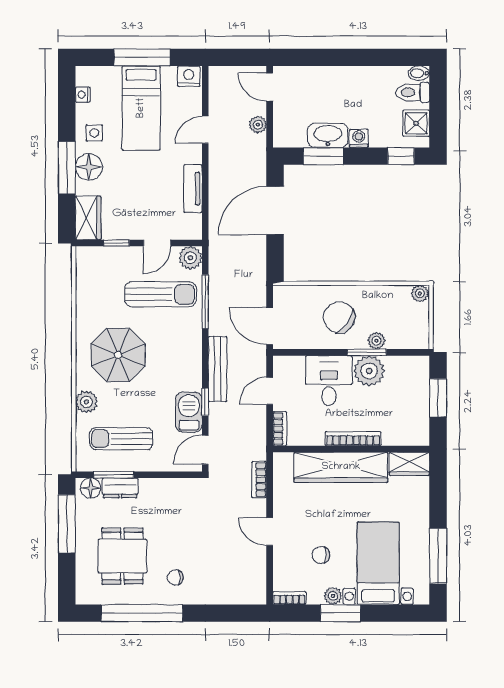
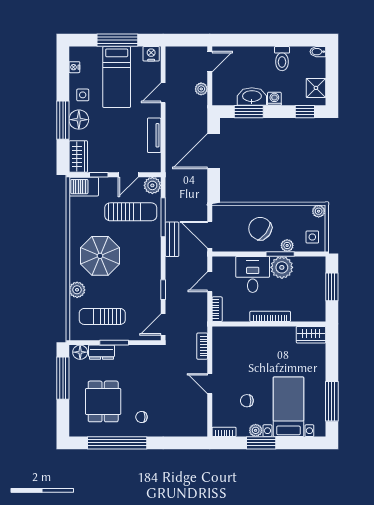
door: (270, 87) -> (210, 62), swing flipped
toilet: (413, 92) -> (282, 59), moved, turned -90
side table: (411, 329) -> (312, 237), added
bench: (218, 369) -> (172, 239), moved, width x0.73
barbecue: (189, 412) -> (84, 187), moved, turned -90
wardrobe: (341, 467) -> (261, 337), removed
window: (114, 475) -> (114, 343), moved

